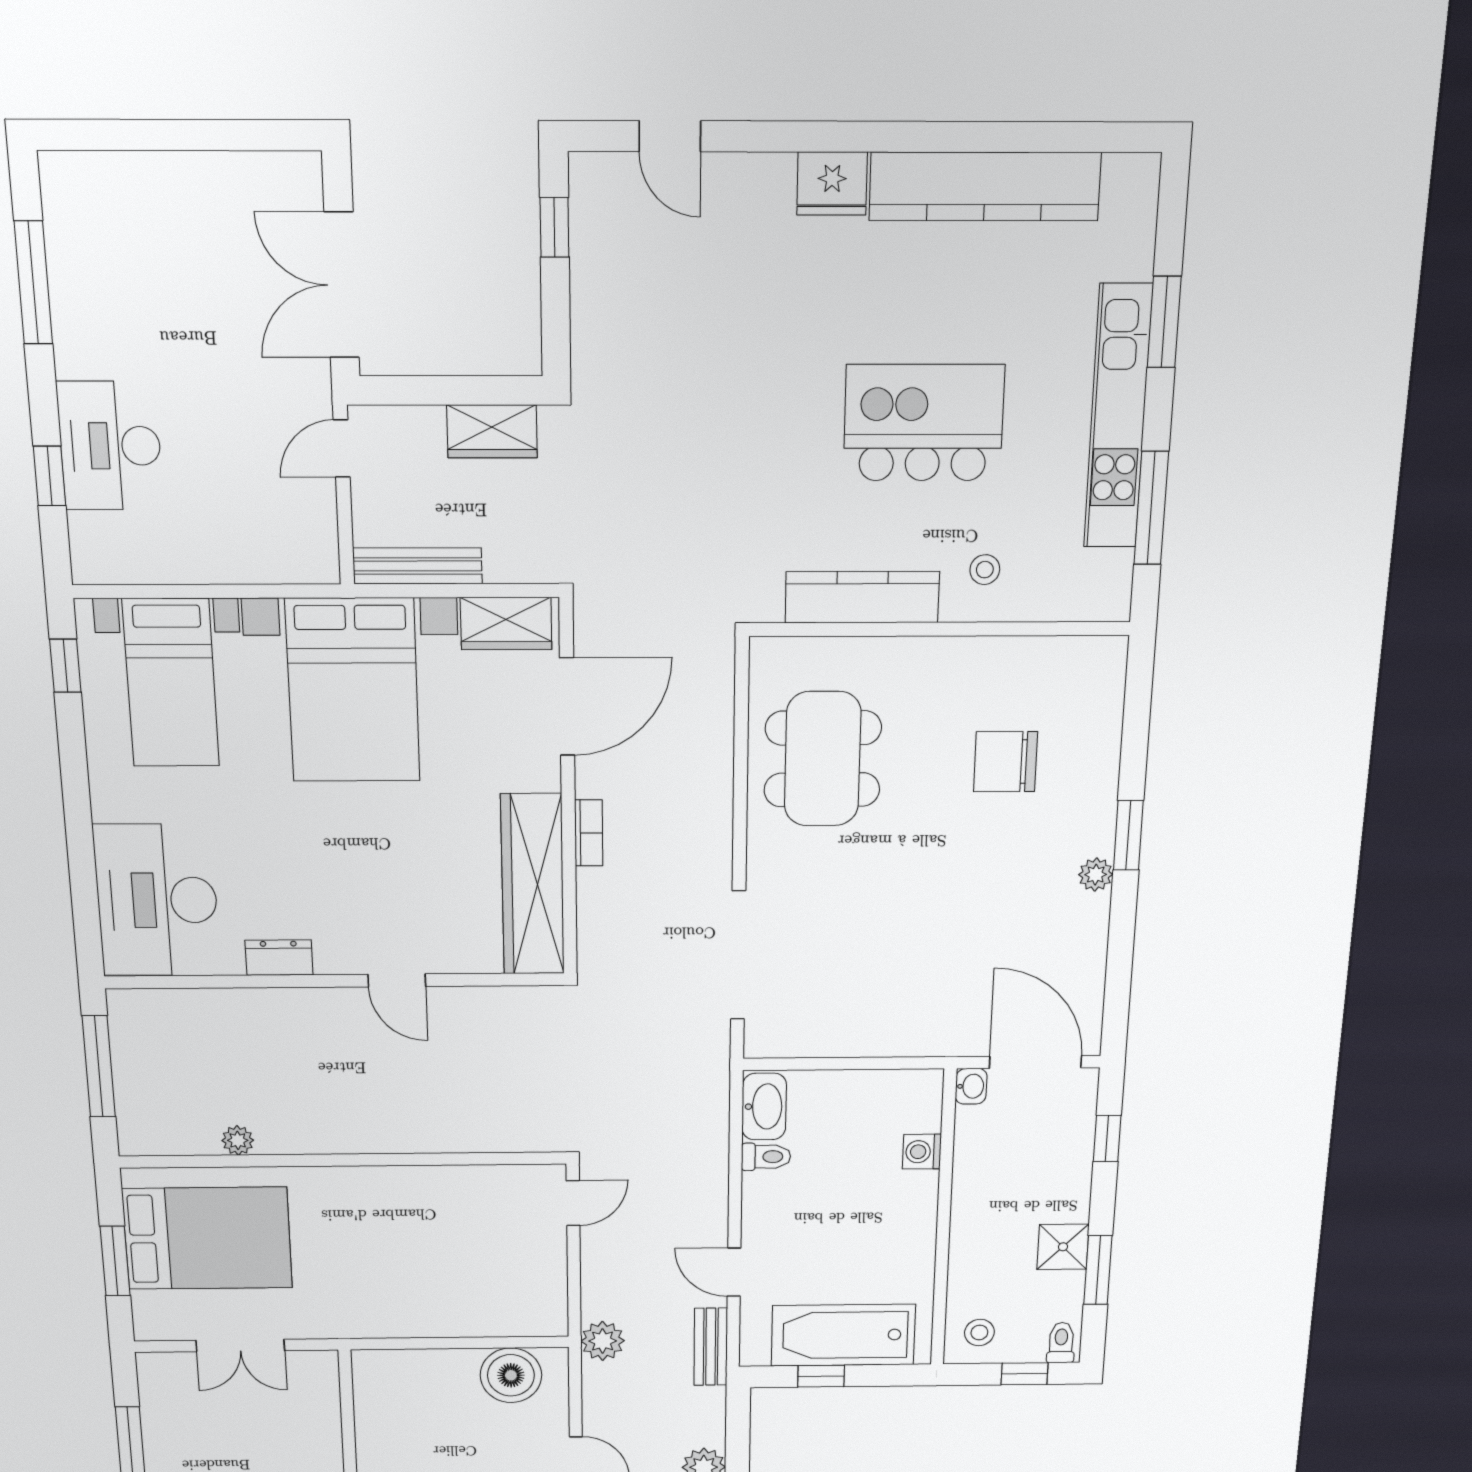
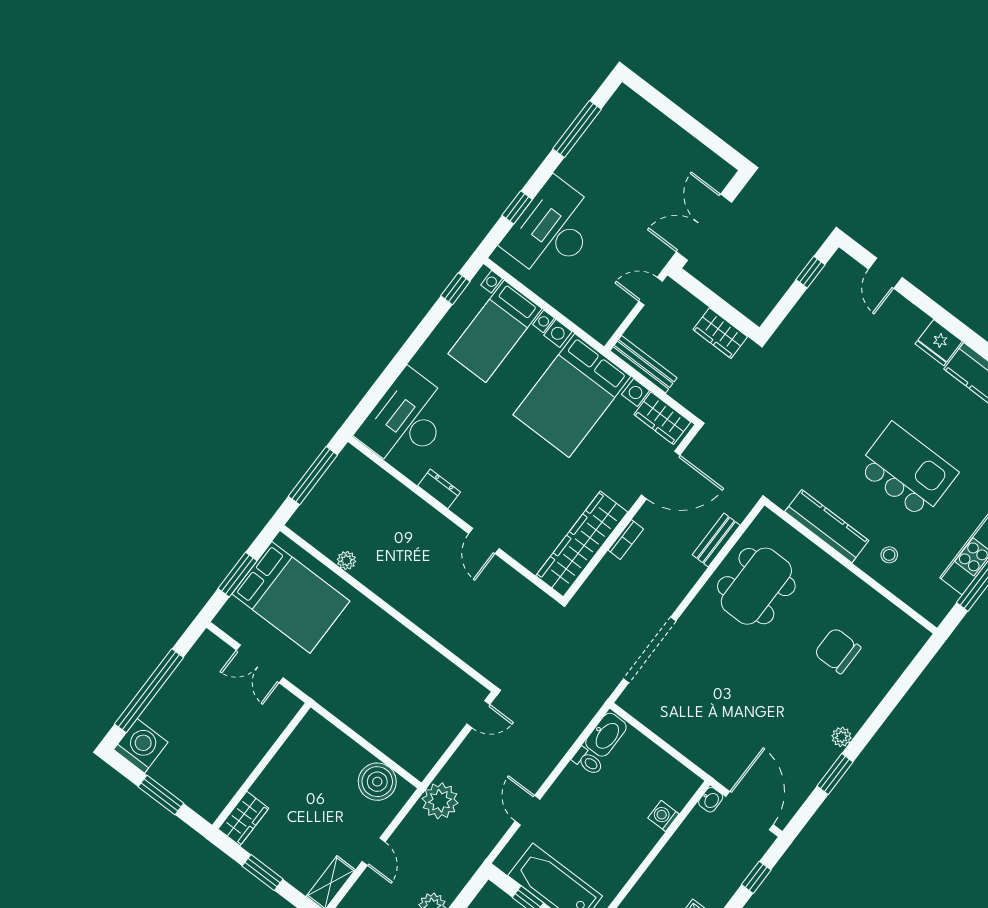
desk: (110, 446) -> (552, 230), width x1.36, depth x1.30
window: (1128, 835) -> (835, 774), moved
plant: (603, 1341) -> (440, 801), width x1.36, depth x1.36
bench: (711, 1347) -> (716, 540), moved

